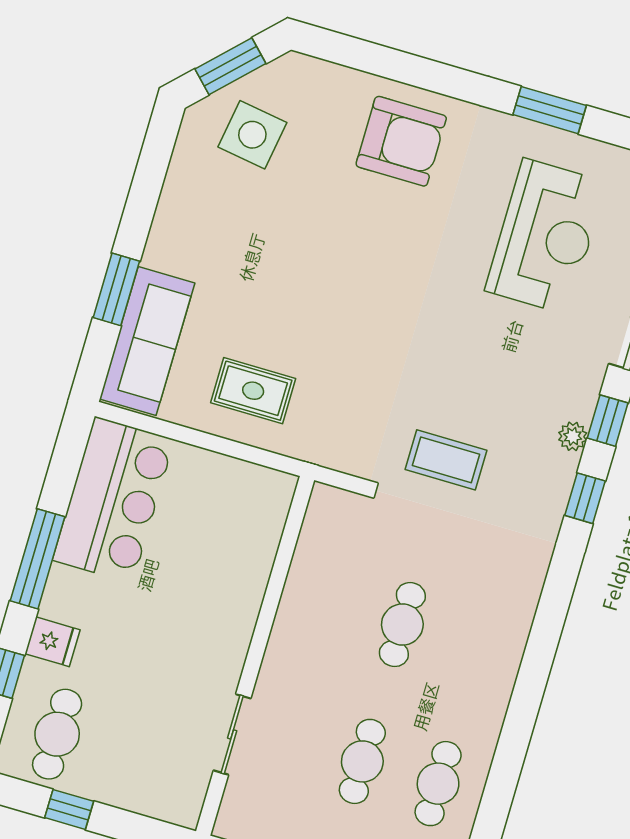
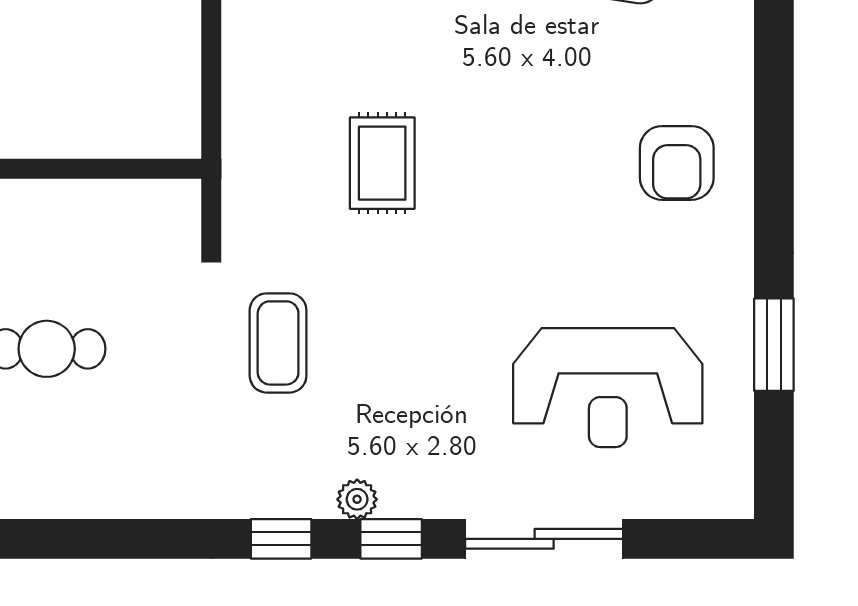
armchair: (401, 141) -> (677, 163), width x0.73, depth x0.73
rug: (253, 391) -> (382, 163), moved

